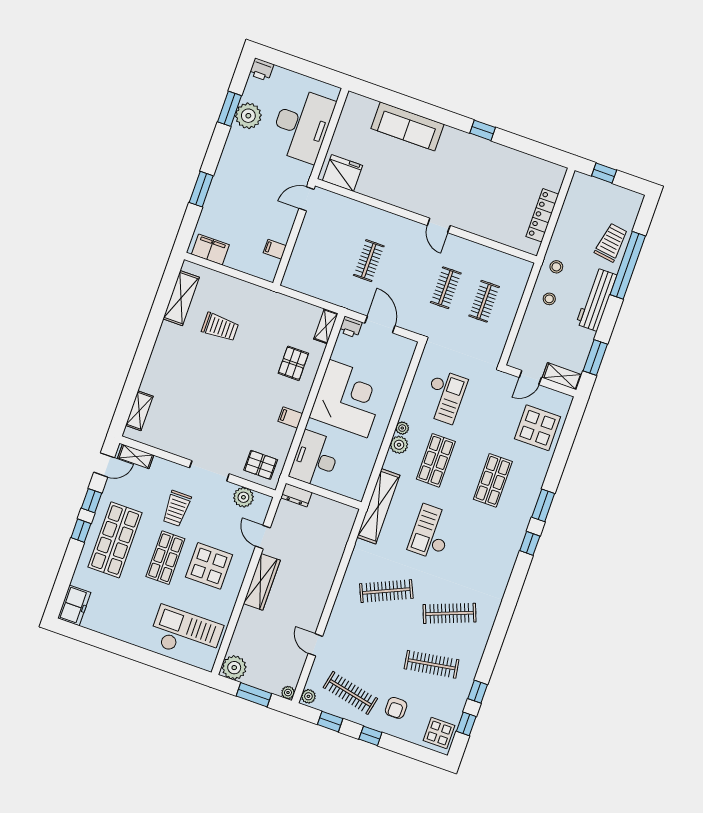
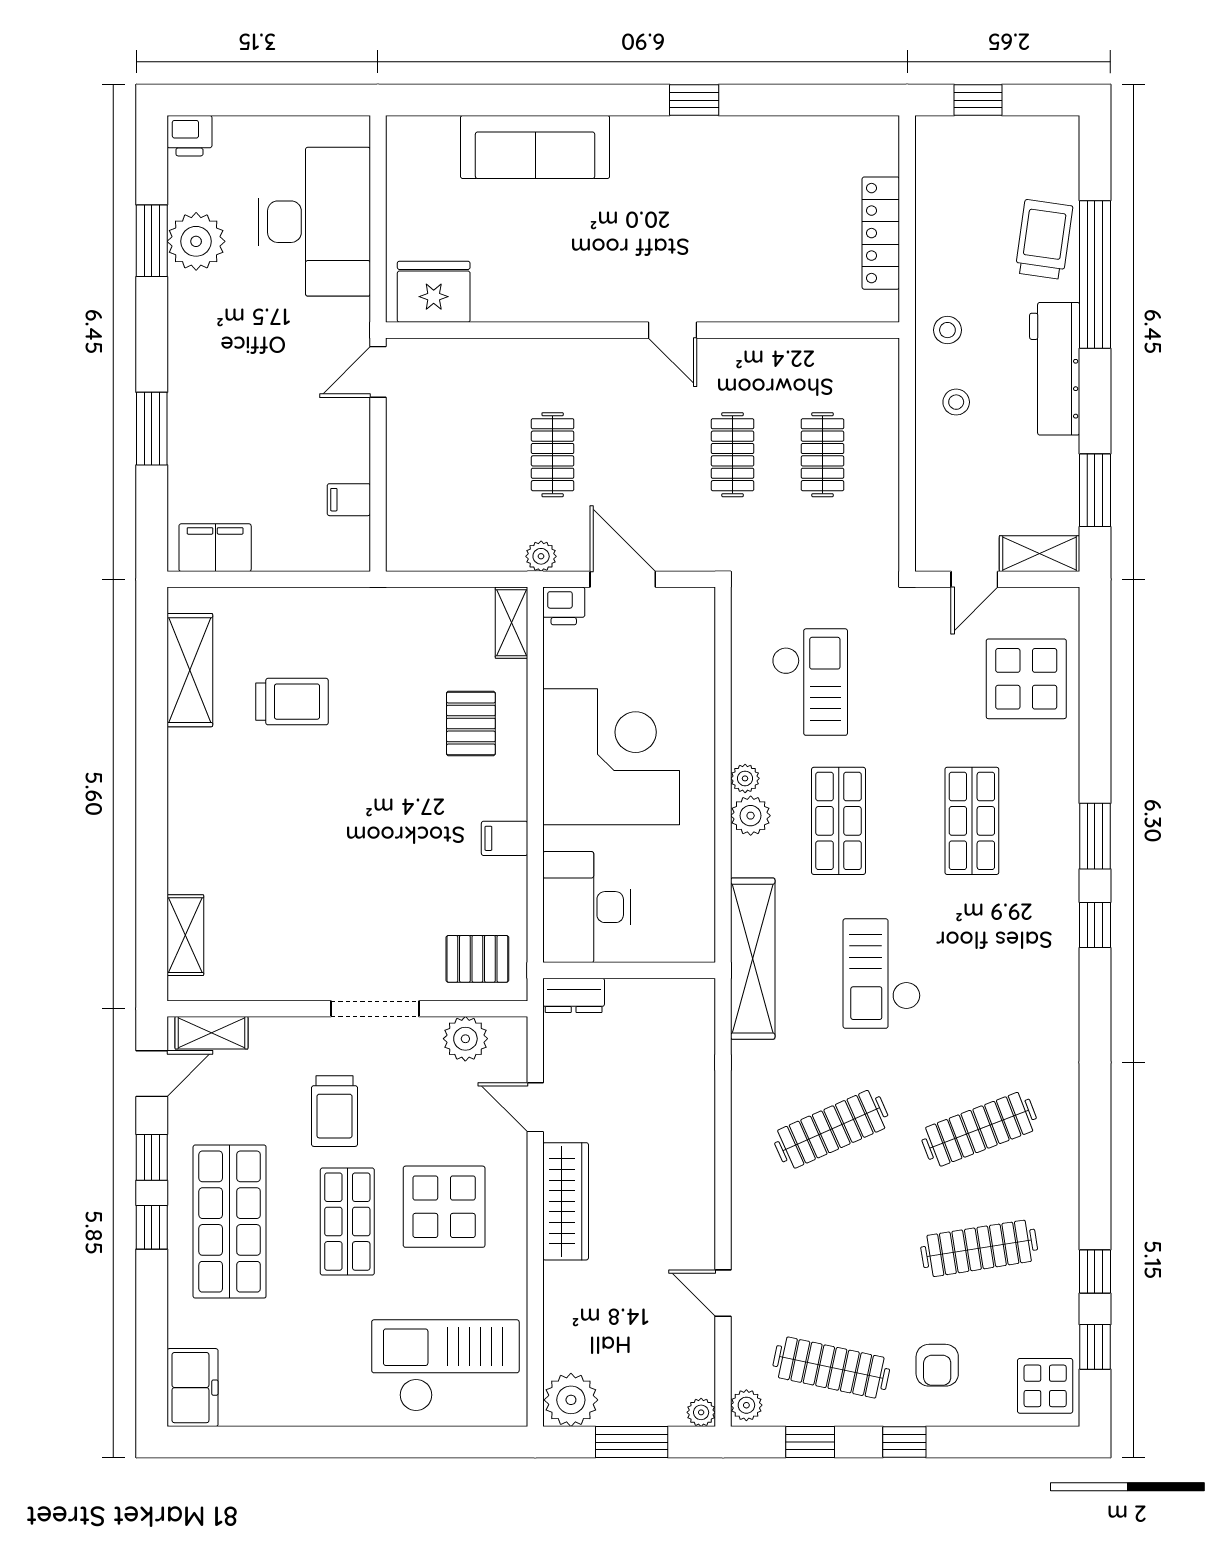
plant: (348, 302) -> (541, 556), added

